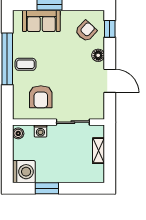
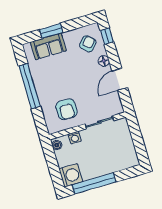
coffee table: (26, 64) -> (46, 86), removed
door: (110, 81) -> (120, 79), swing flipped
shelving: (99, 151) -> (127, 140), removed
window: (47, 188) -> (94, 183), width x2.11

